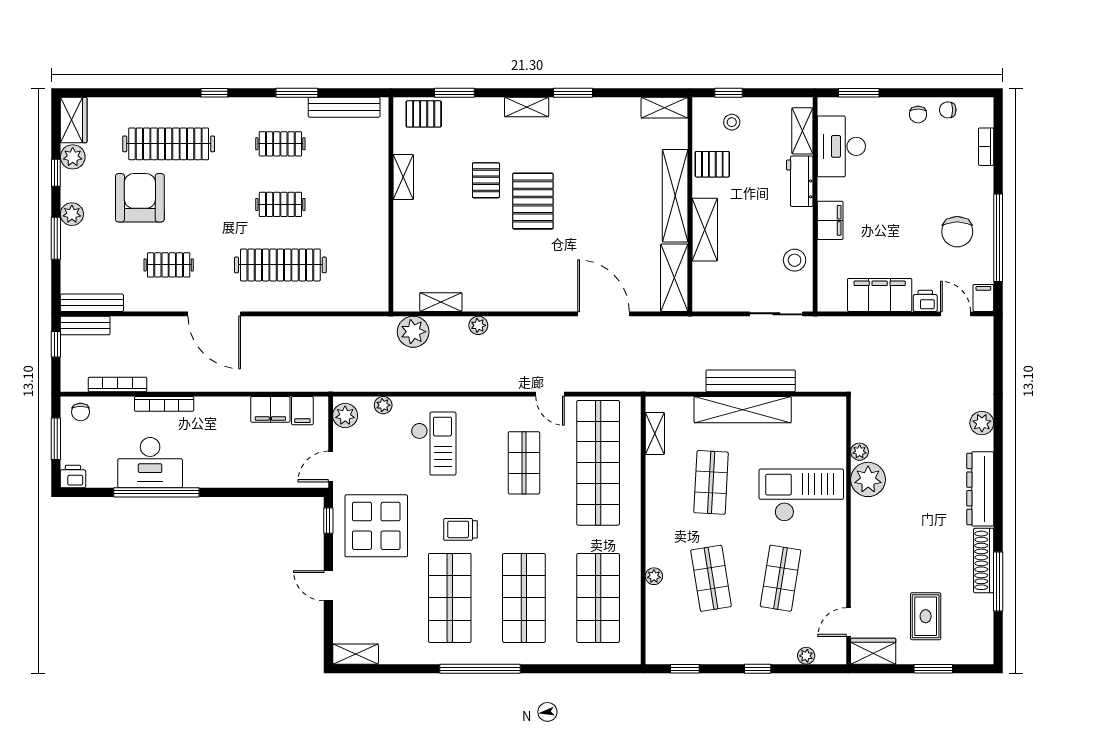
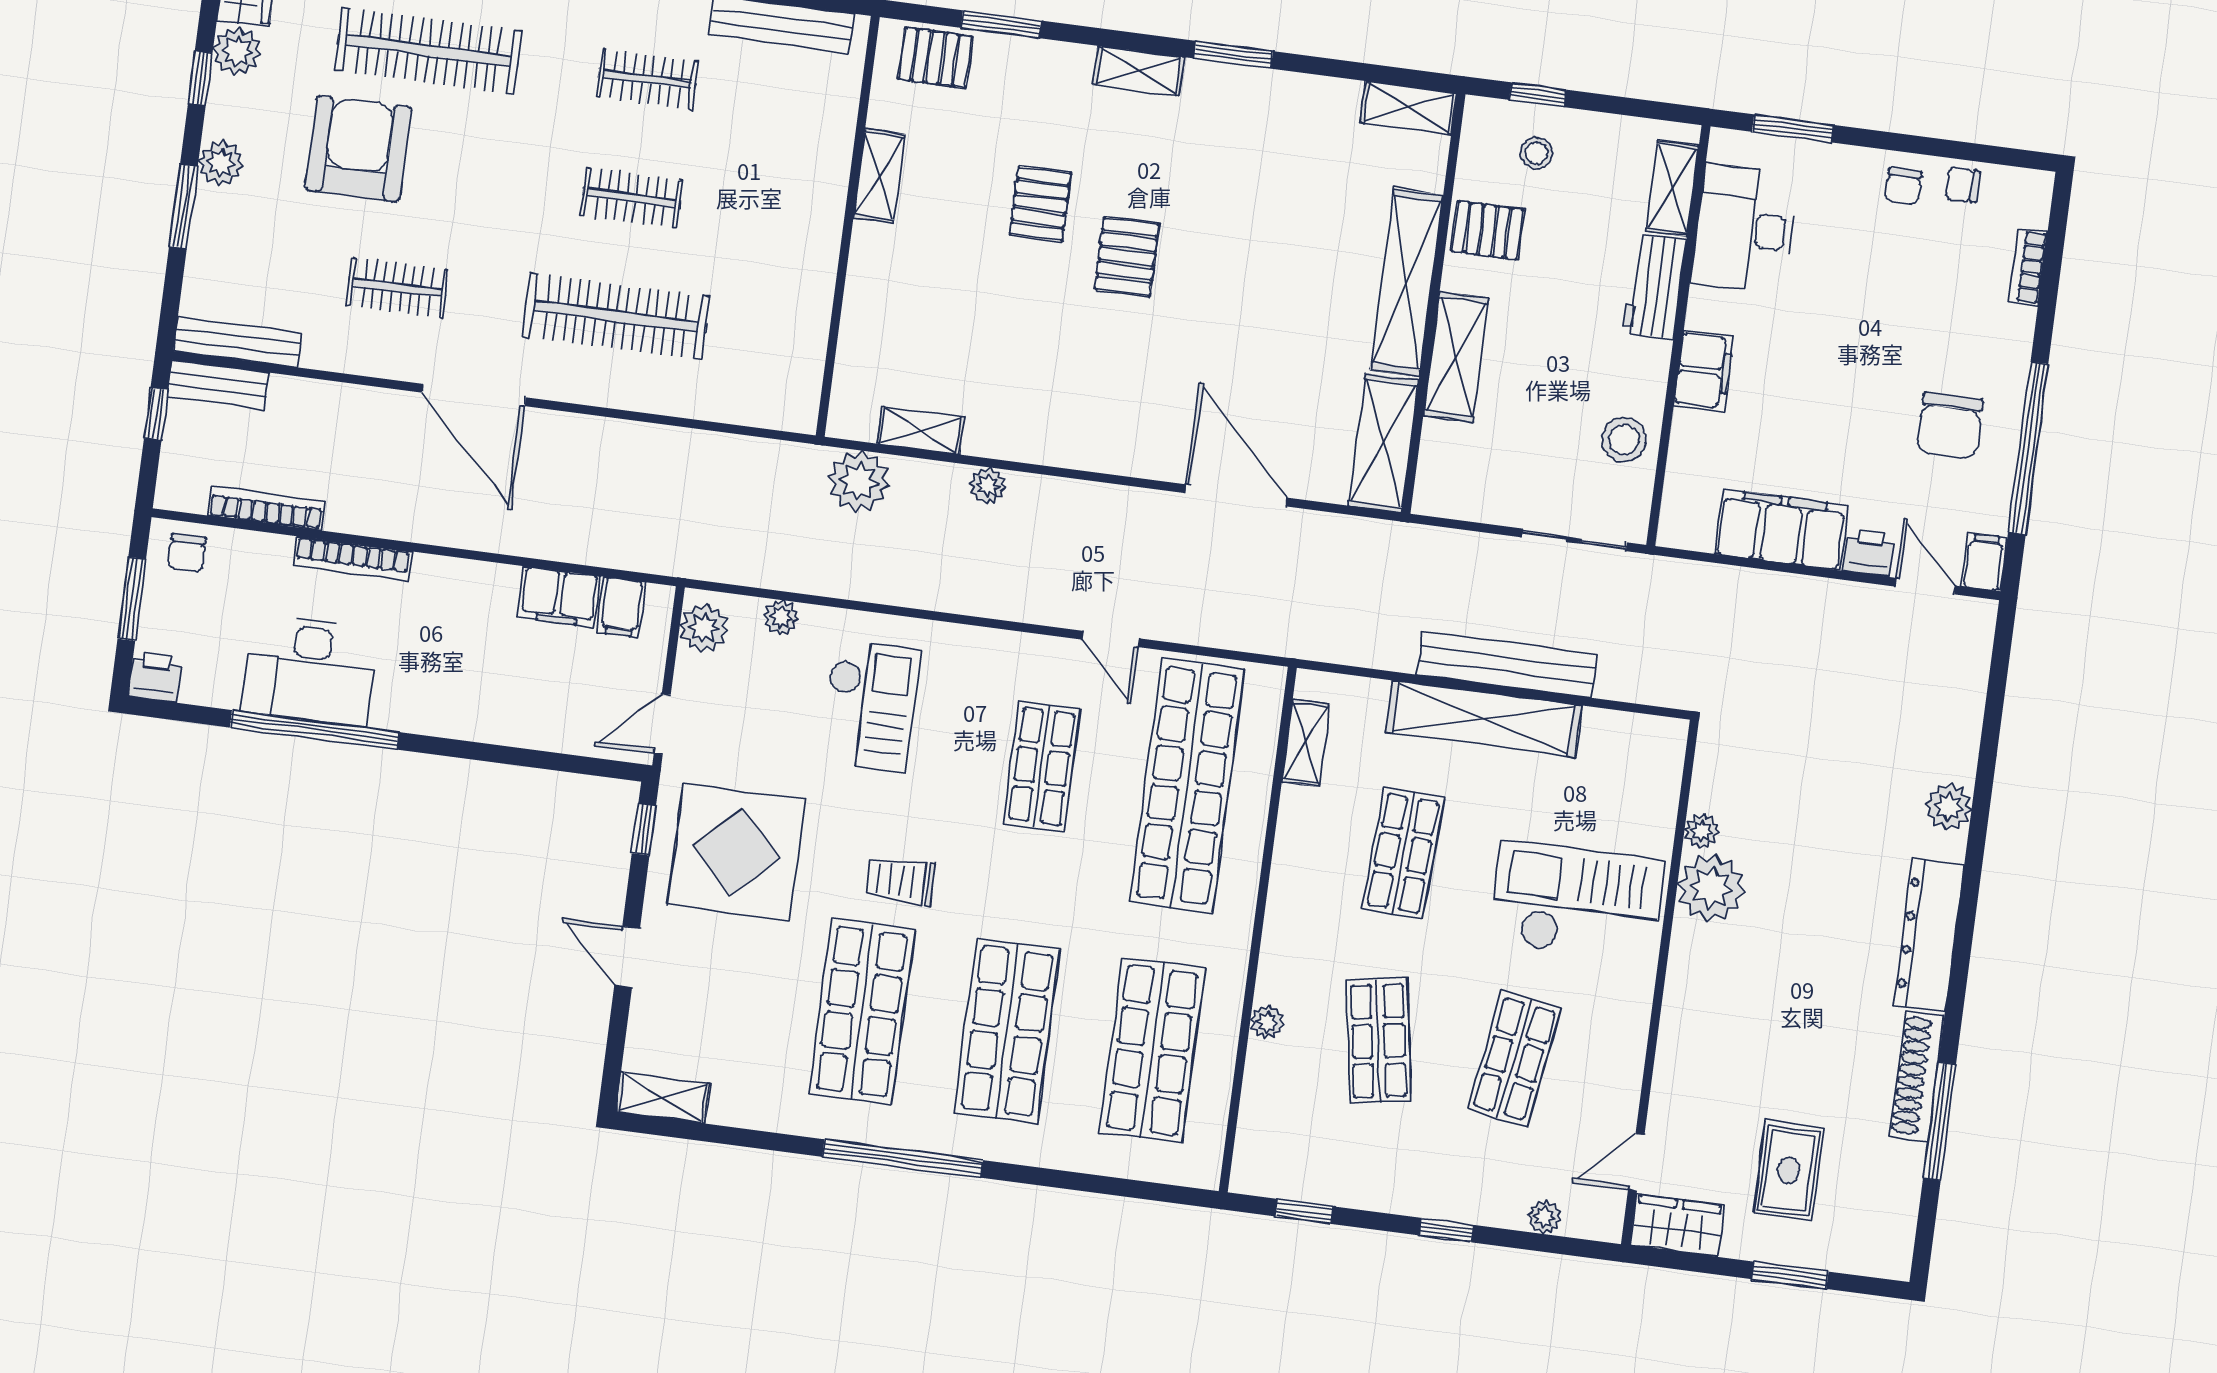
pallet: (533, 201) -> (1127, 256), width x0.67, depth x0.71

